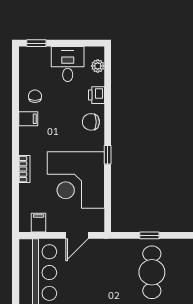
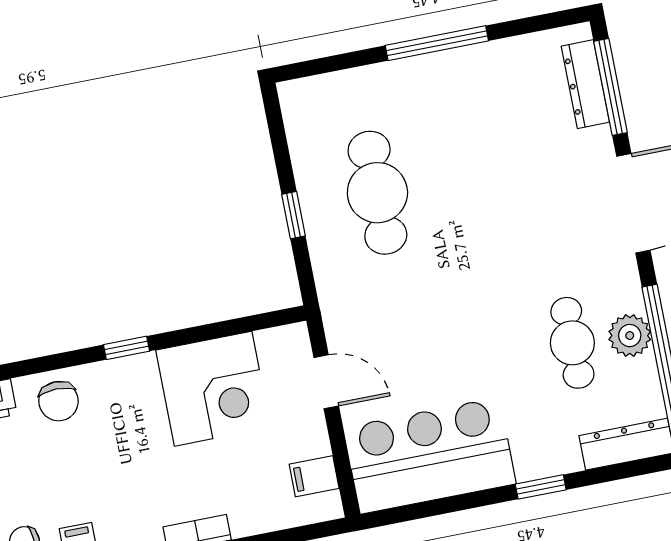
corner desk: (76, 180) -> (213, 389), width x0.74, depth x0.74
cafe table: (152, 272) -> (377, 193), turned 90

